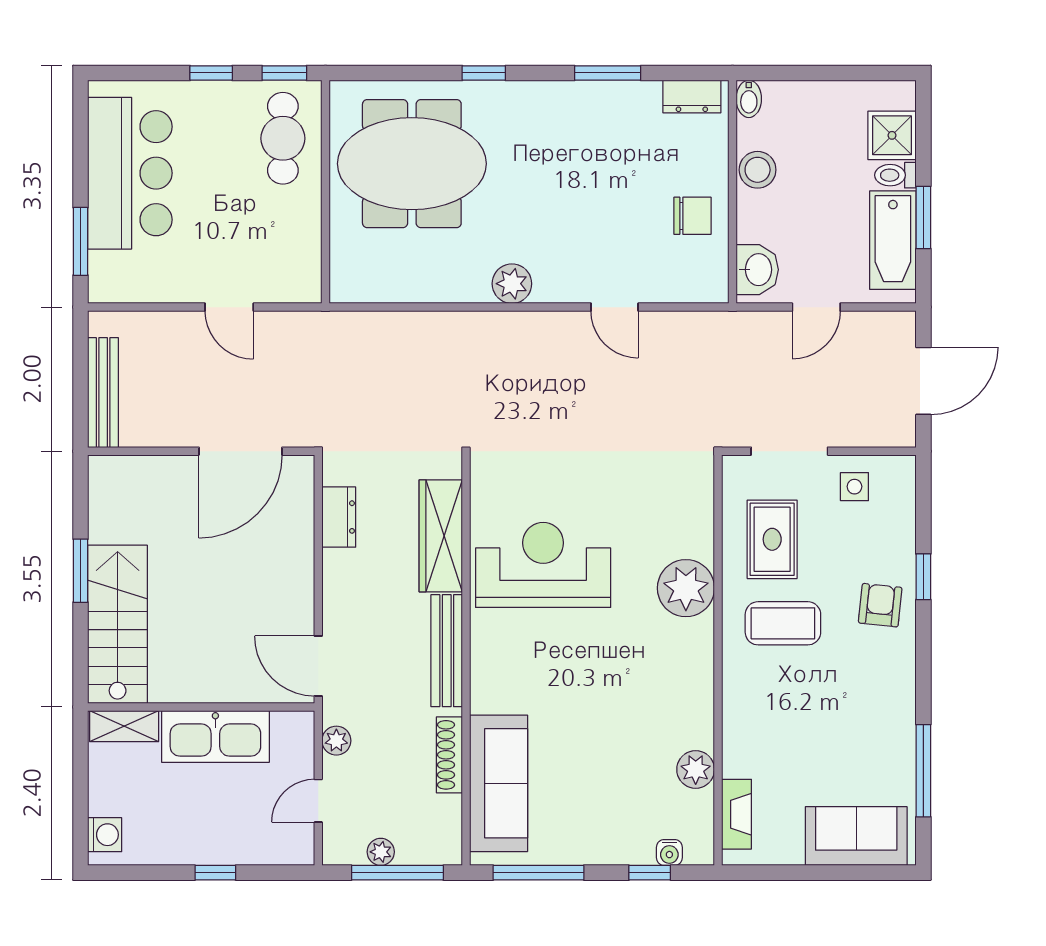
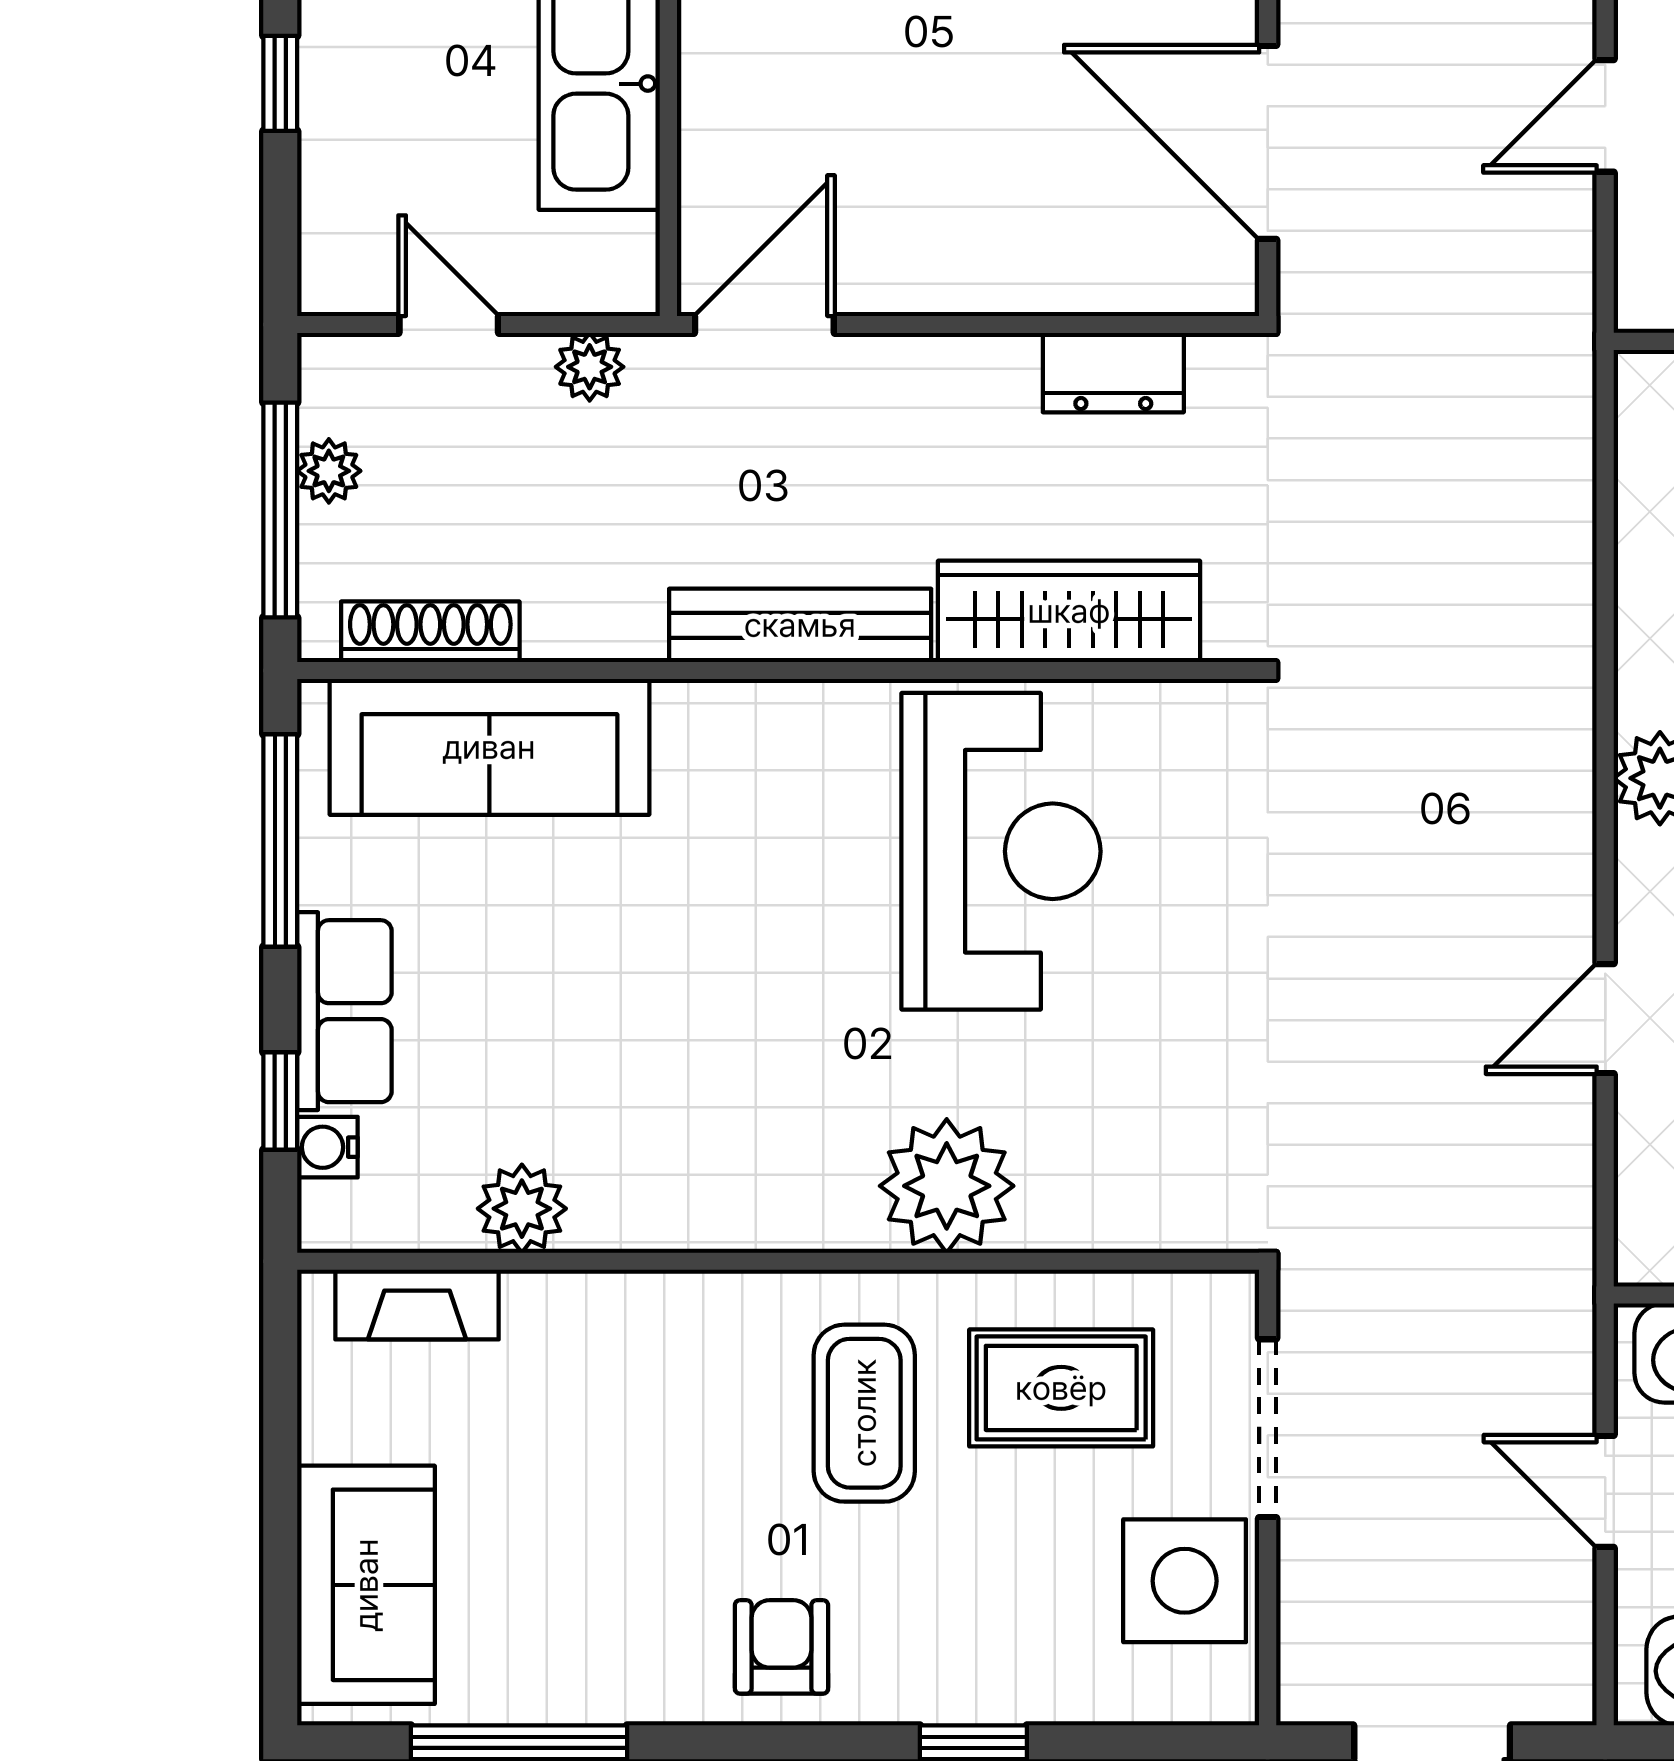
side table: (854, 487) -> (1185, 1581), width x1.87, depth x1.87
armchair: (880, 605) -> (781, 1647), moved, turned -96
shoe rack: (449, 755) -> (430, 632), moved
row of seats: (611, 845) -> (344, 1011), added

